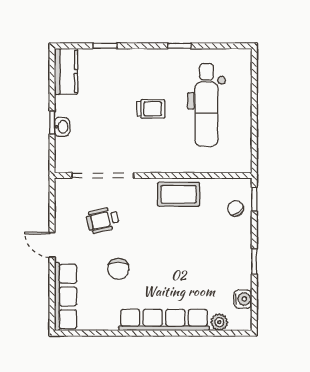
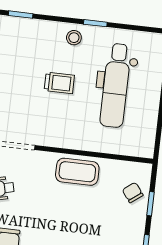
stool: (160, 63) -> (74, 38), added
window: (254, 199) -> (150, 204), moved

